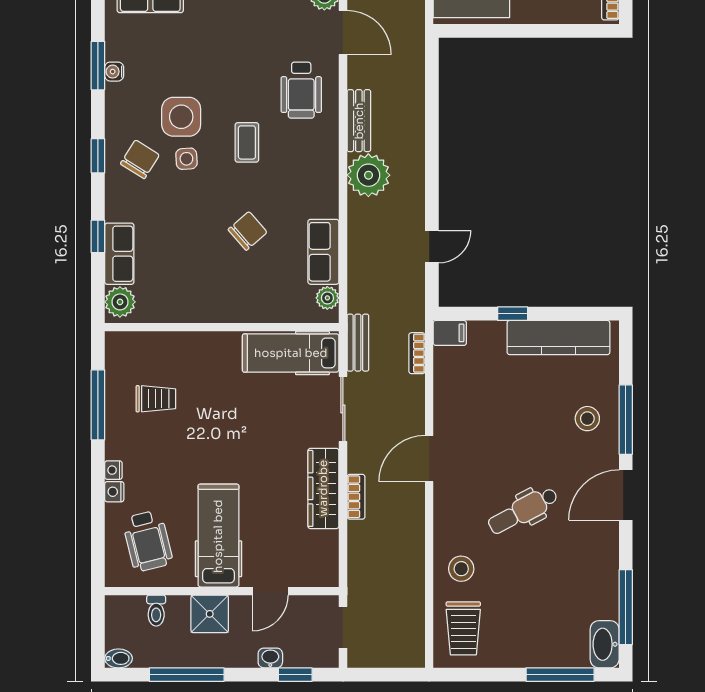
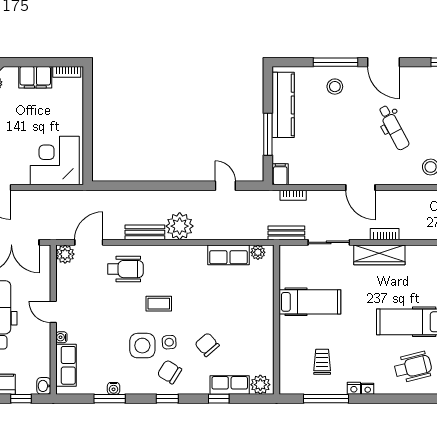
chair: (248, 231) -> (207, 345), moved
window: (513, 314) -> (268, 134), width x2.17
hospital bed: (291, 353) -> (310, 302), moved, turned -90
nightstand: (114, 492) -> (354, 388), moved

